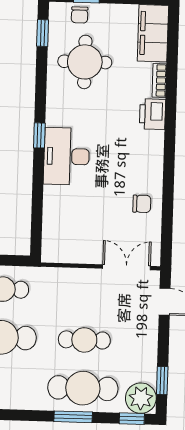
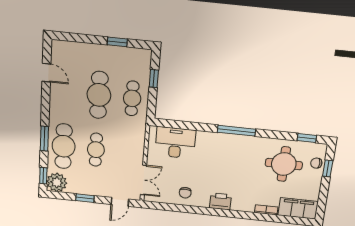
printer: (152, 114) -> (220, 201), moved
window: (39, 135) -> (236, 131), width x2.17
desk: (66, 156) -> (175, 143), moved
window: (162, 381) -> (85, 198), moved

